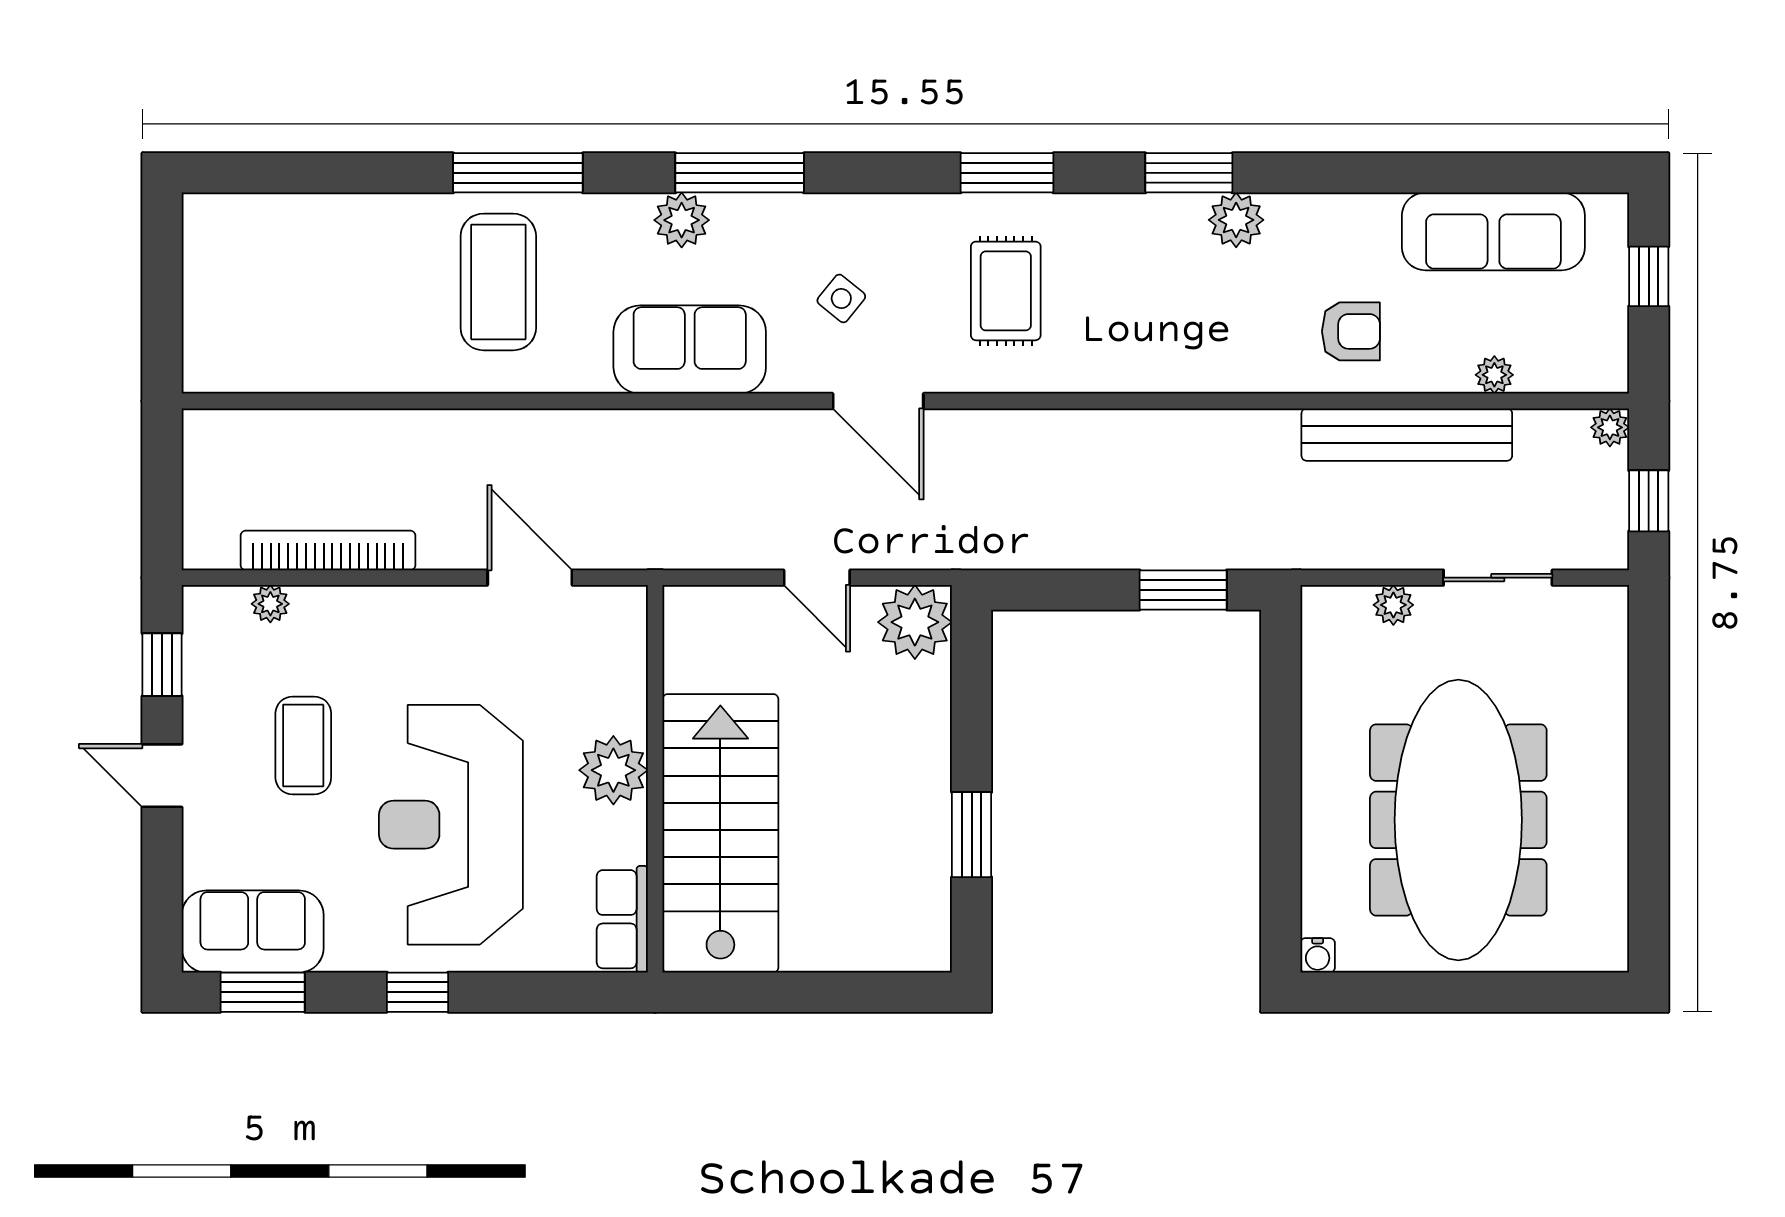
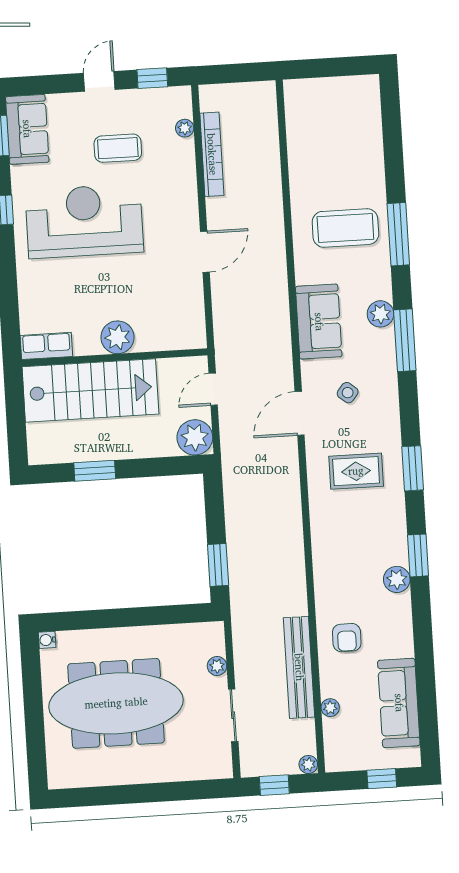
plant: (613, 770) -> (117, 337), moved
wall: (655, 779) -> (115, 358), moved
stairs: (720, 833) -> (90, 390), moved
row of seats: (622, 919) -> (46, 346), moved

